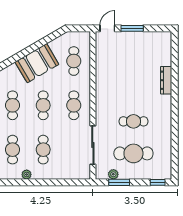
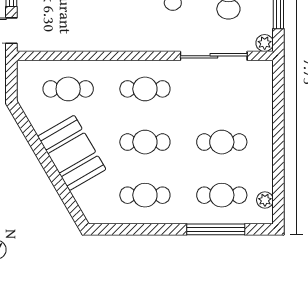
plant: (27, 174) -> (265, 200), moved
plant: (113, 174) -> (265, 43), moved

